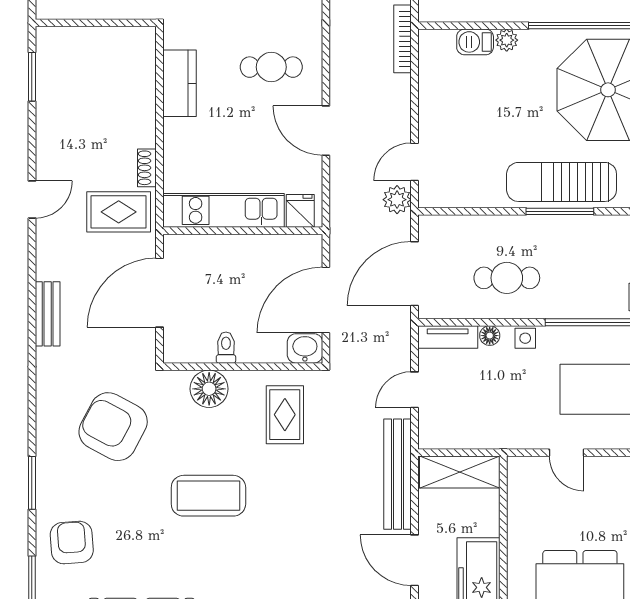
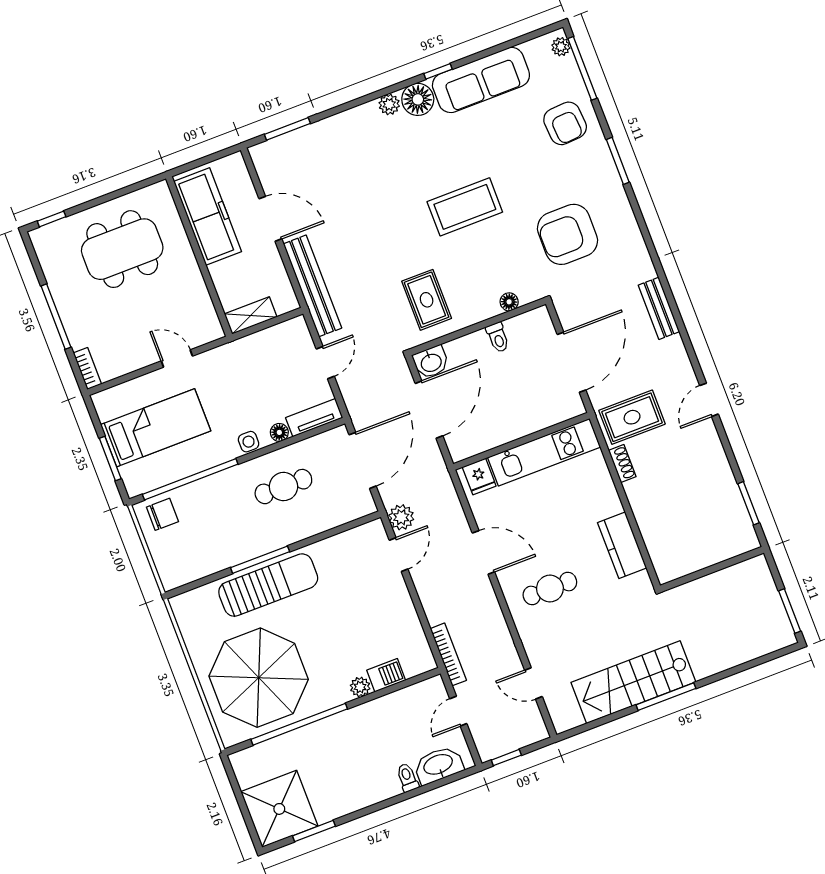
floor lamp: (209, 389) -> (509, 302), width x0.53, depth x0.53
armchair: (113, 427) -> (568, 234), turned 152
shelving: (460, 472) -> (251, 315), width x0.67, depth x0.75

